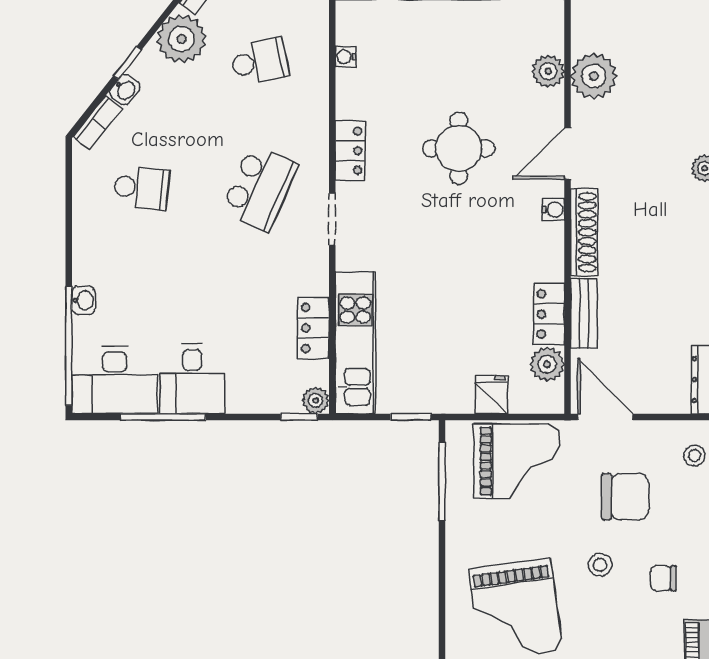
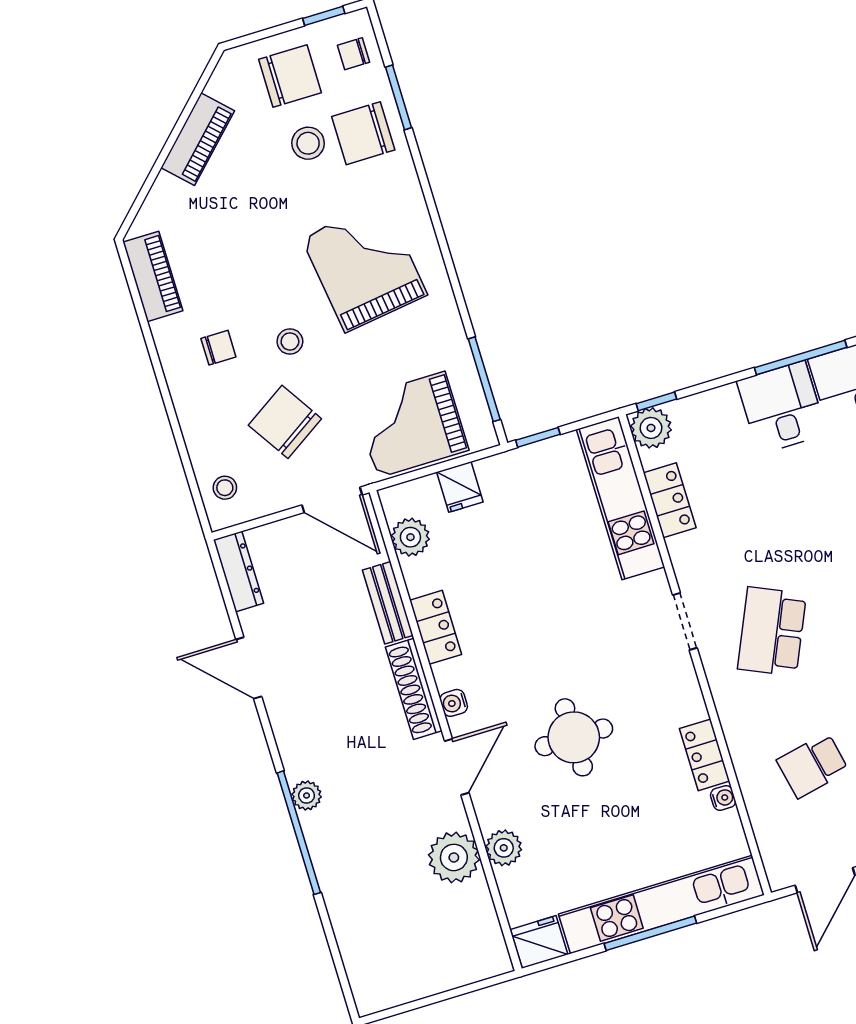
locker: (350, 151) -> (705, 755), moved
locker: (549, 314) -> (436, 627), moved
plant: (316, 400) -> (651, 428), width x1.38, depth x1.38
chair: (625, 497) -> (285, 422), turned 57

